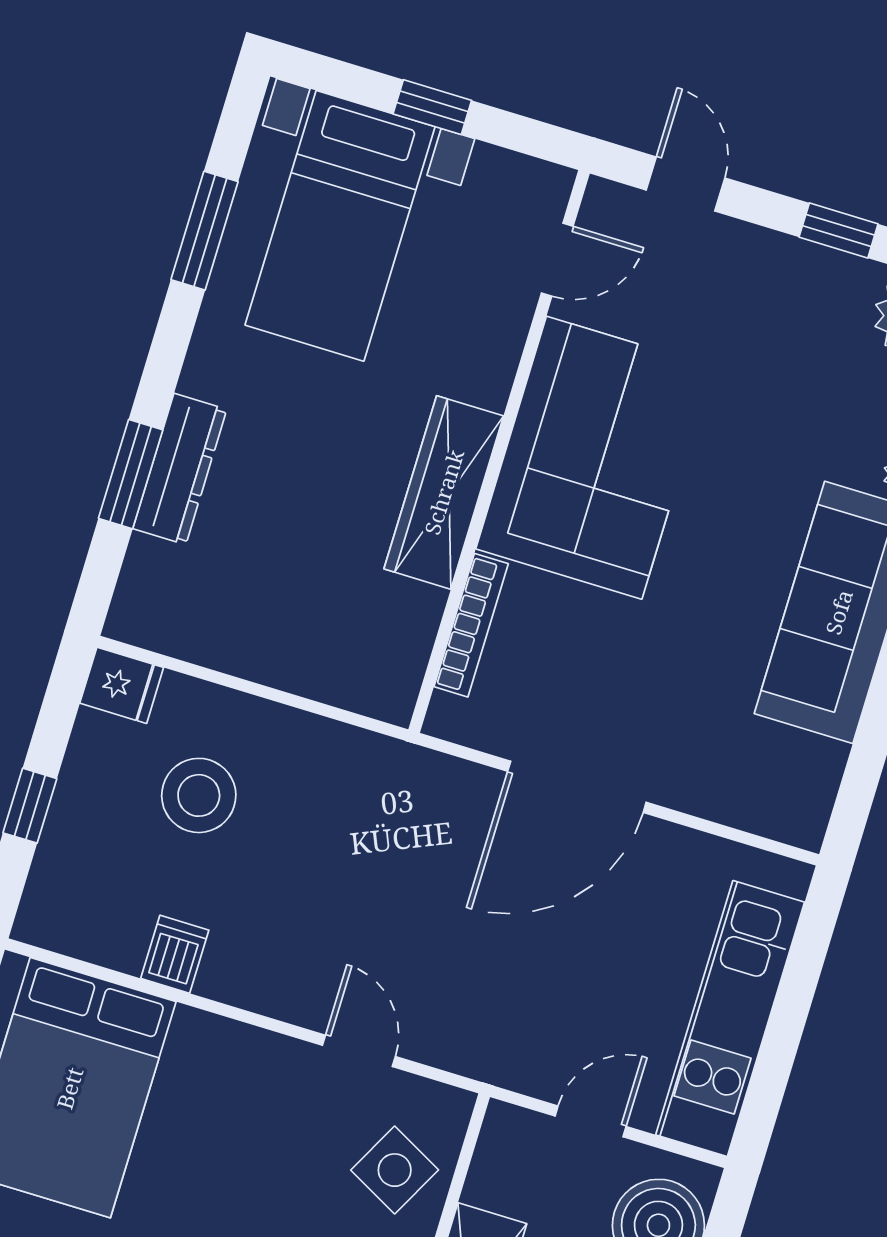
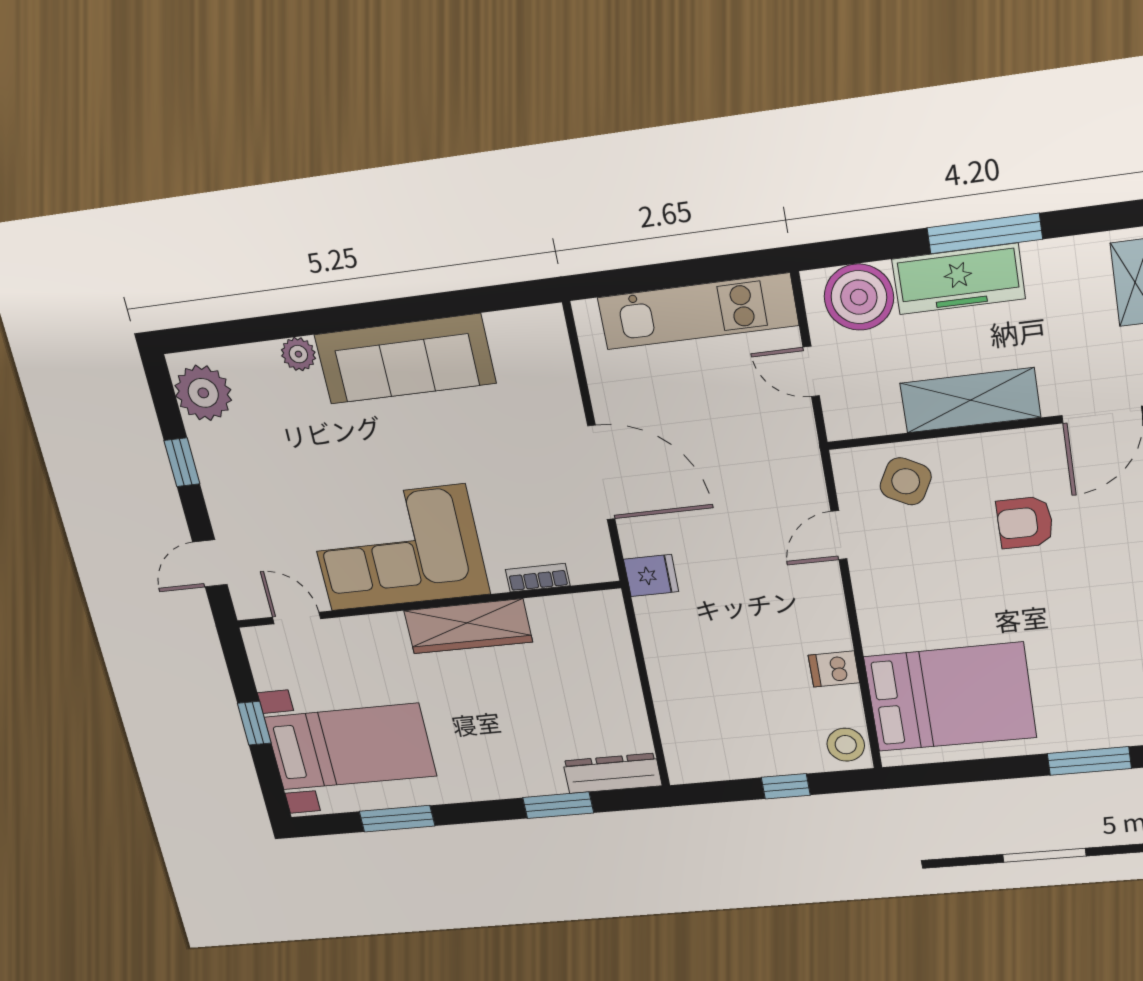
dresser: (180, 469) -> (612, 773), moved
bookcase: (471, 625) -> (538, 578), width x0.64
fridge: (122, 685) -> (651, 575), moved, turned 90
stool: (199, 795) -> (846, 745), moved, width x0.73, depth x0.73

